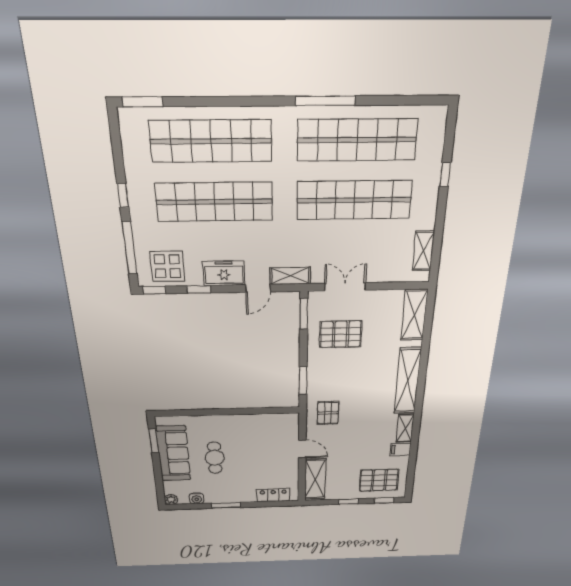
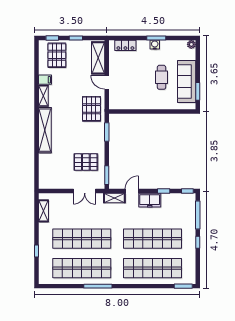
display table: (167, 266) -> (179, 205), removed
shelving: (414, 315) -> (45, 173), removed
pallet: (328, 413) -> (91, 109), width x1.50, depth x1.42
pallet: (379, 480) -> (57, 55), turned 90
water cooler: (197, 498) -> (155, 45), moved

